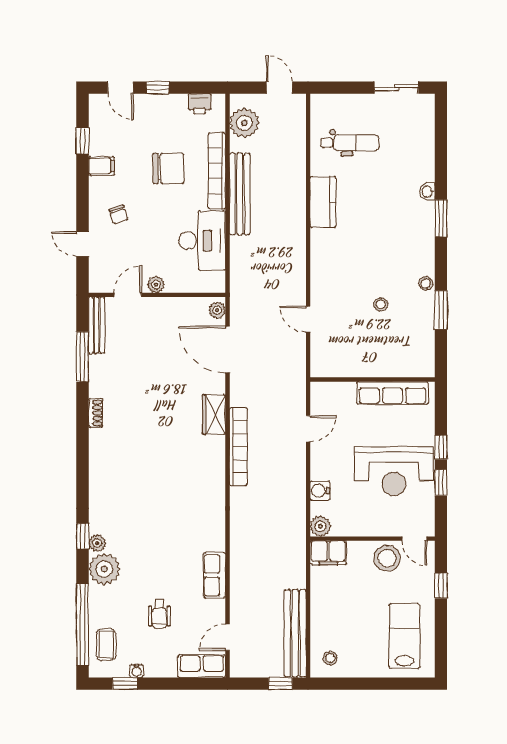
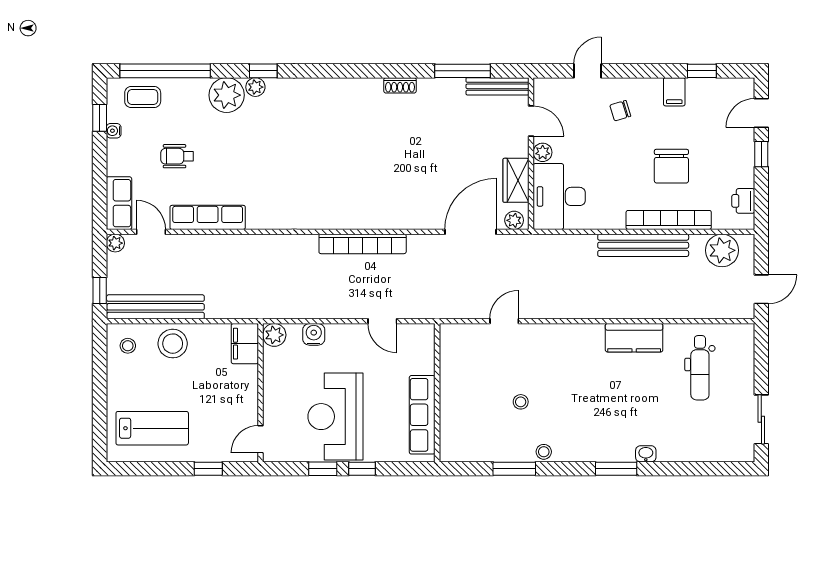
desk: (202, 241) -> (559, 196), moved, turned 90
wardrobe: (214, 414) -> (516, 180), moved, turned -90
stool: (387, 558) -> (173, 344), moved
row of seats: (215, 575) -> (208, 217), width x1.48
plant: (238, 669) -> (115, 243), added

